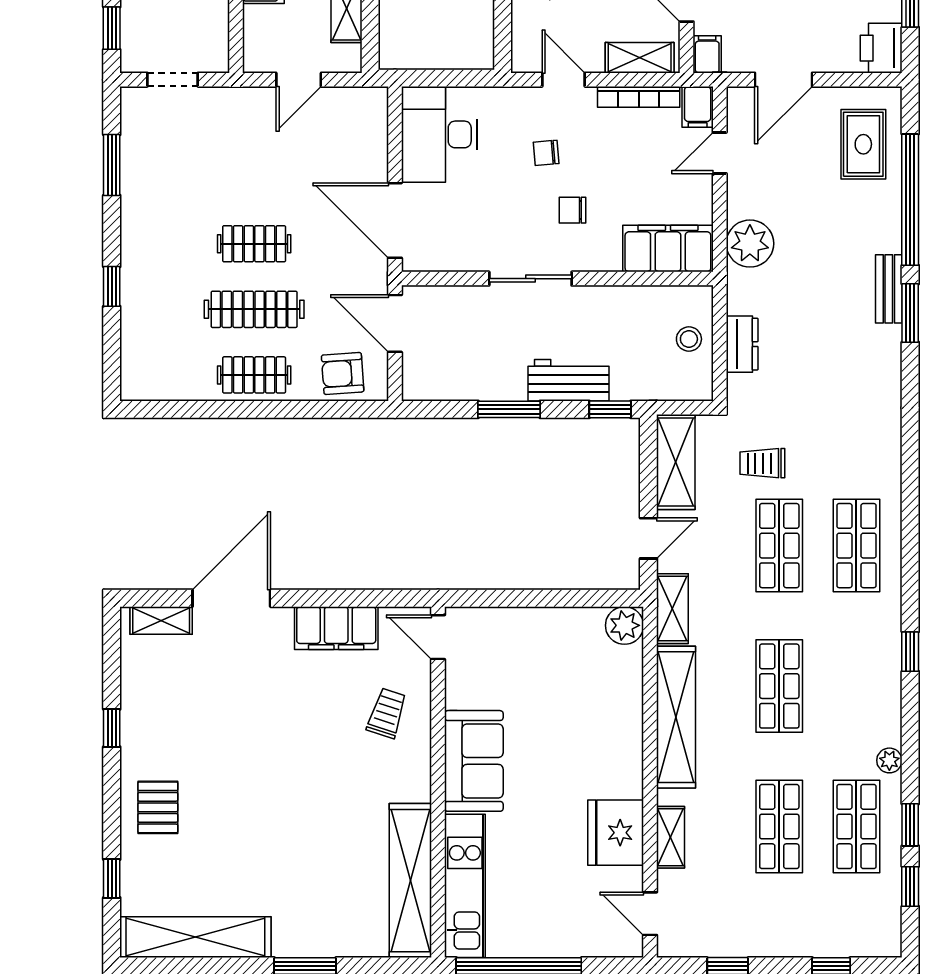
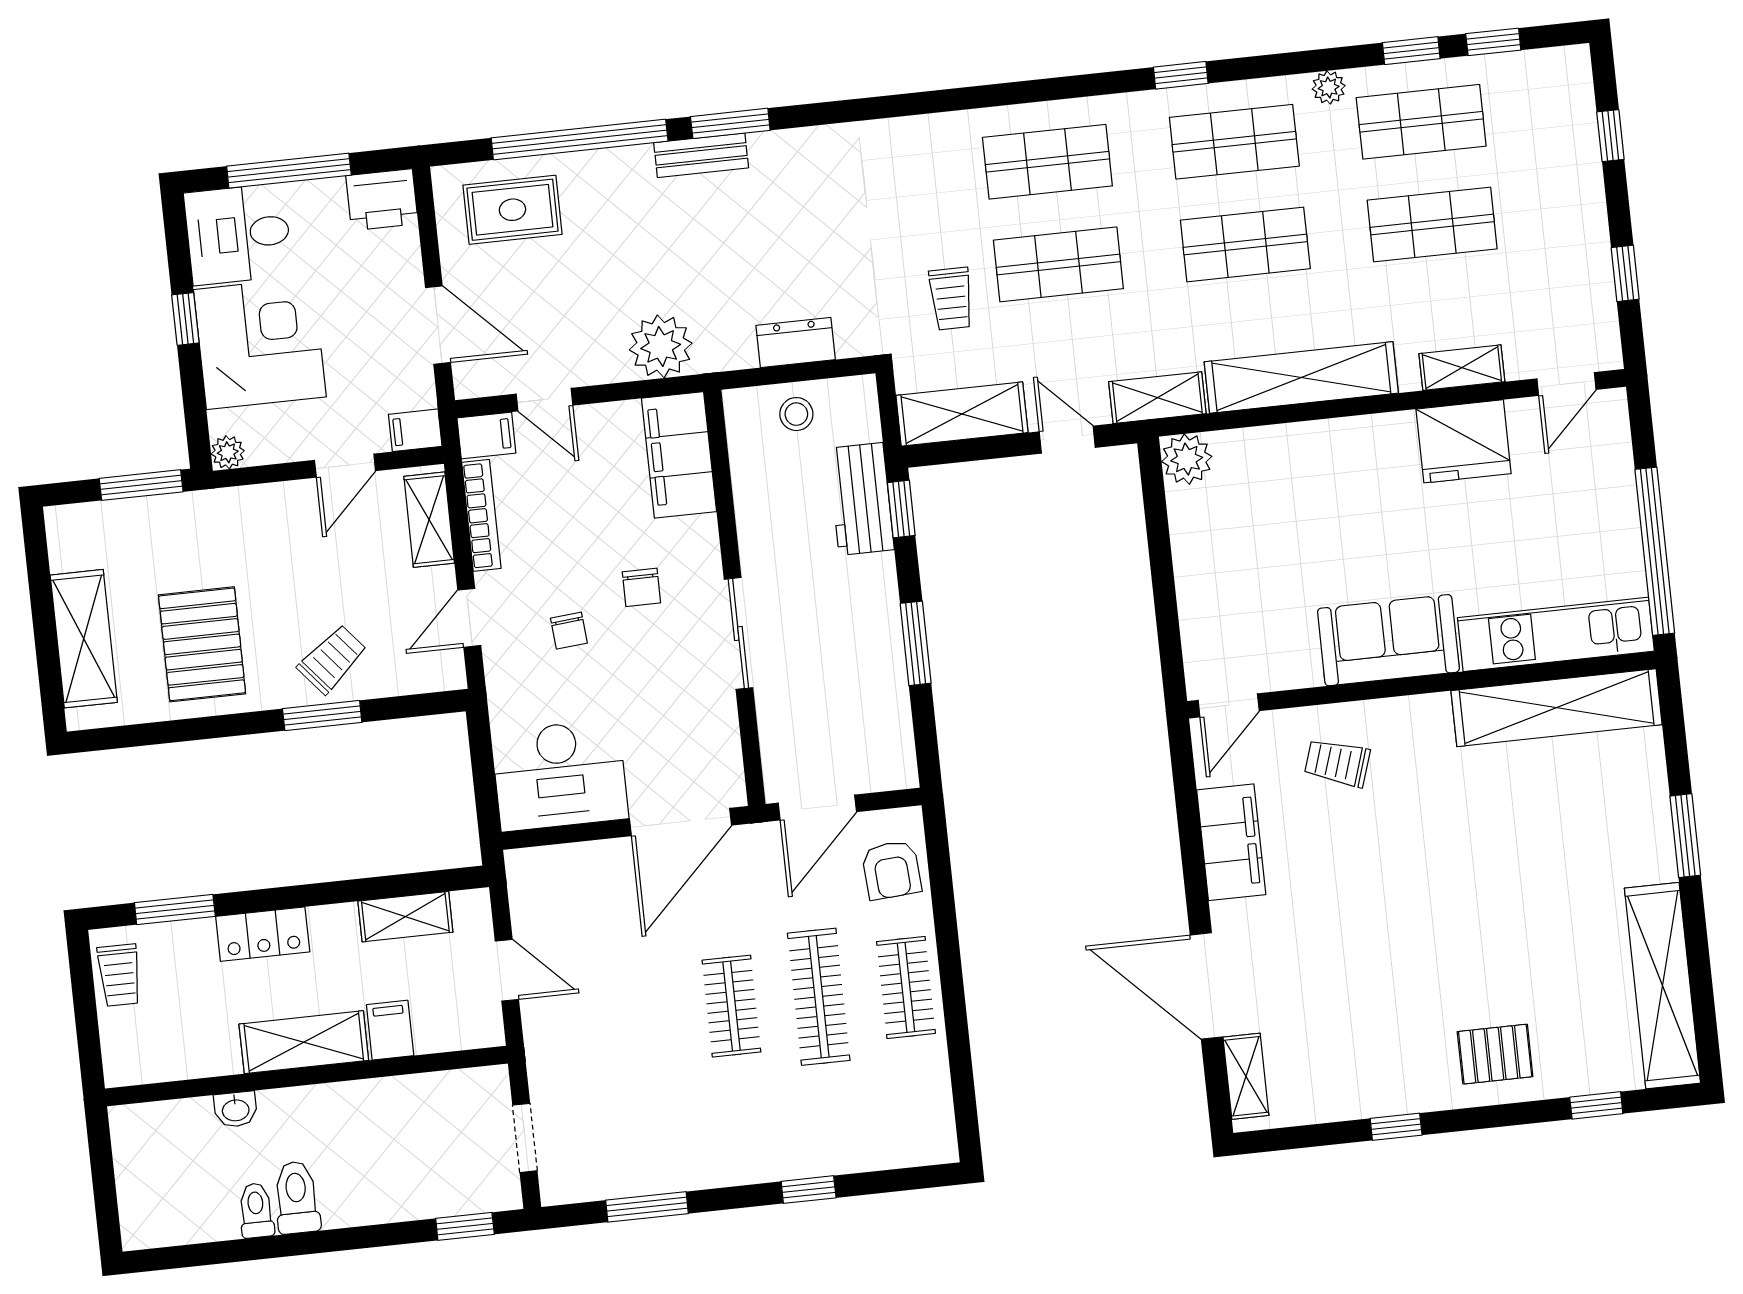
workbench: (568, 380) -> (861, 499), moved
shop shelf: (856, 686) -> (1234, 142), added

